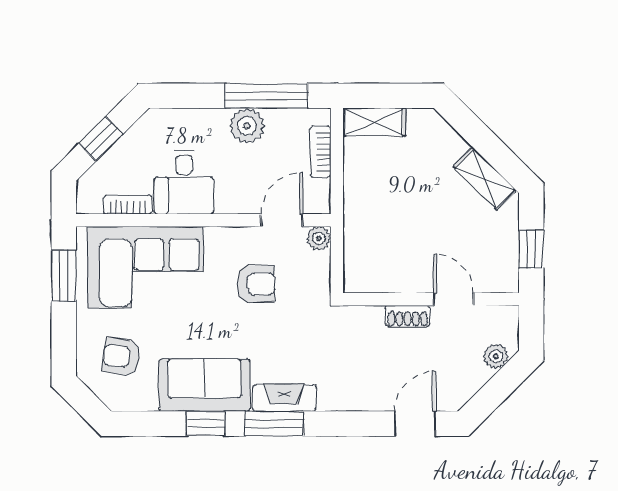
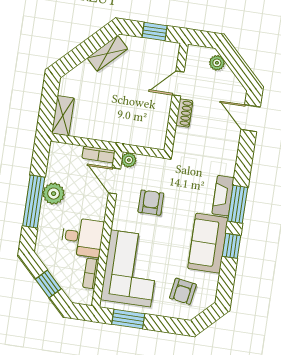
window: (267, 96) -> (34, 202), moved
bookcase: (321, 152) -> (99, 154), moved

